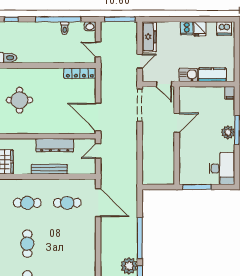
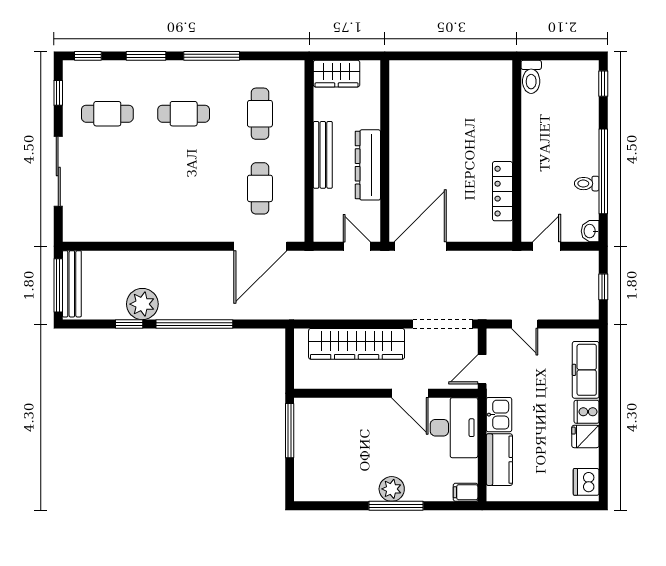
window: (120, 19) -> (603, 287), width x0.46
freezer: (149, 37) -> (586, 370), moved, turned 90
locker: (80, 73) -> (502, 191), moved
round table: (19, 100) -> (452, 99), removed
wardrobe: (150, 151) -> (357, 344), added
desk: (222, 169) -> (454, 428), moved, turned -90

